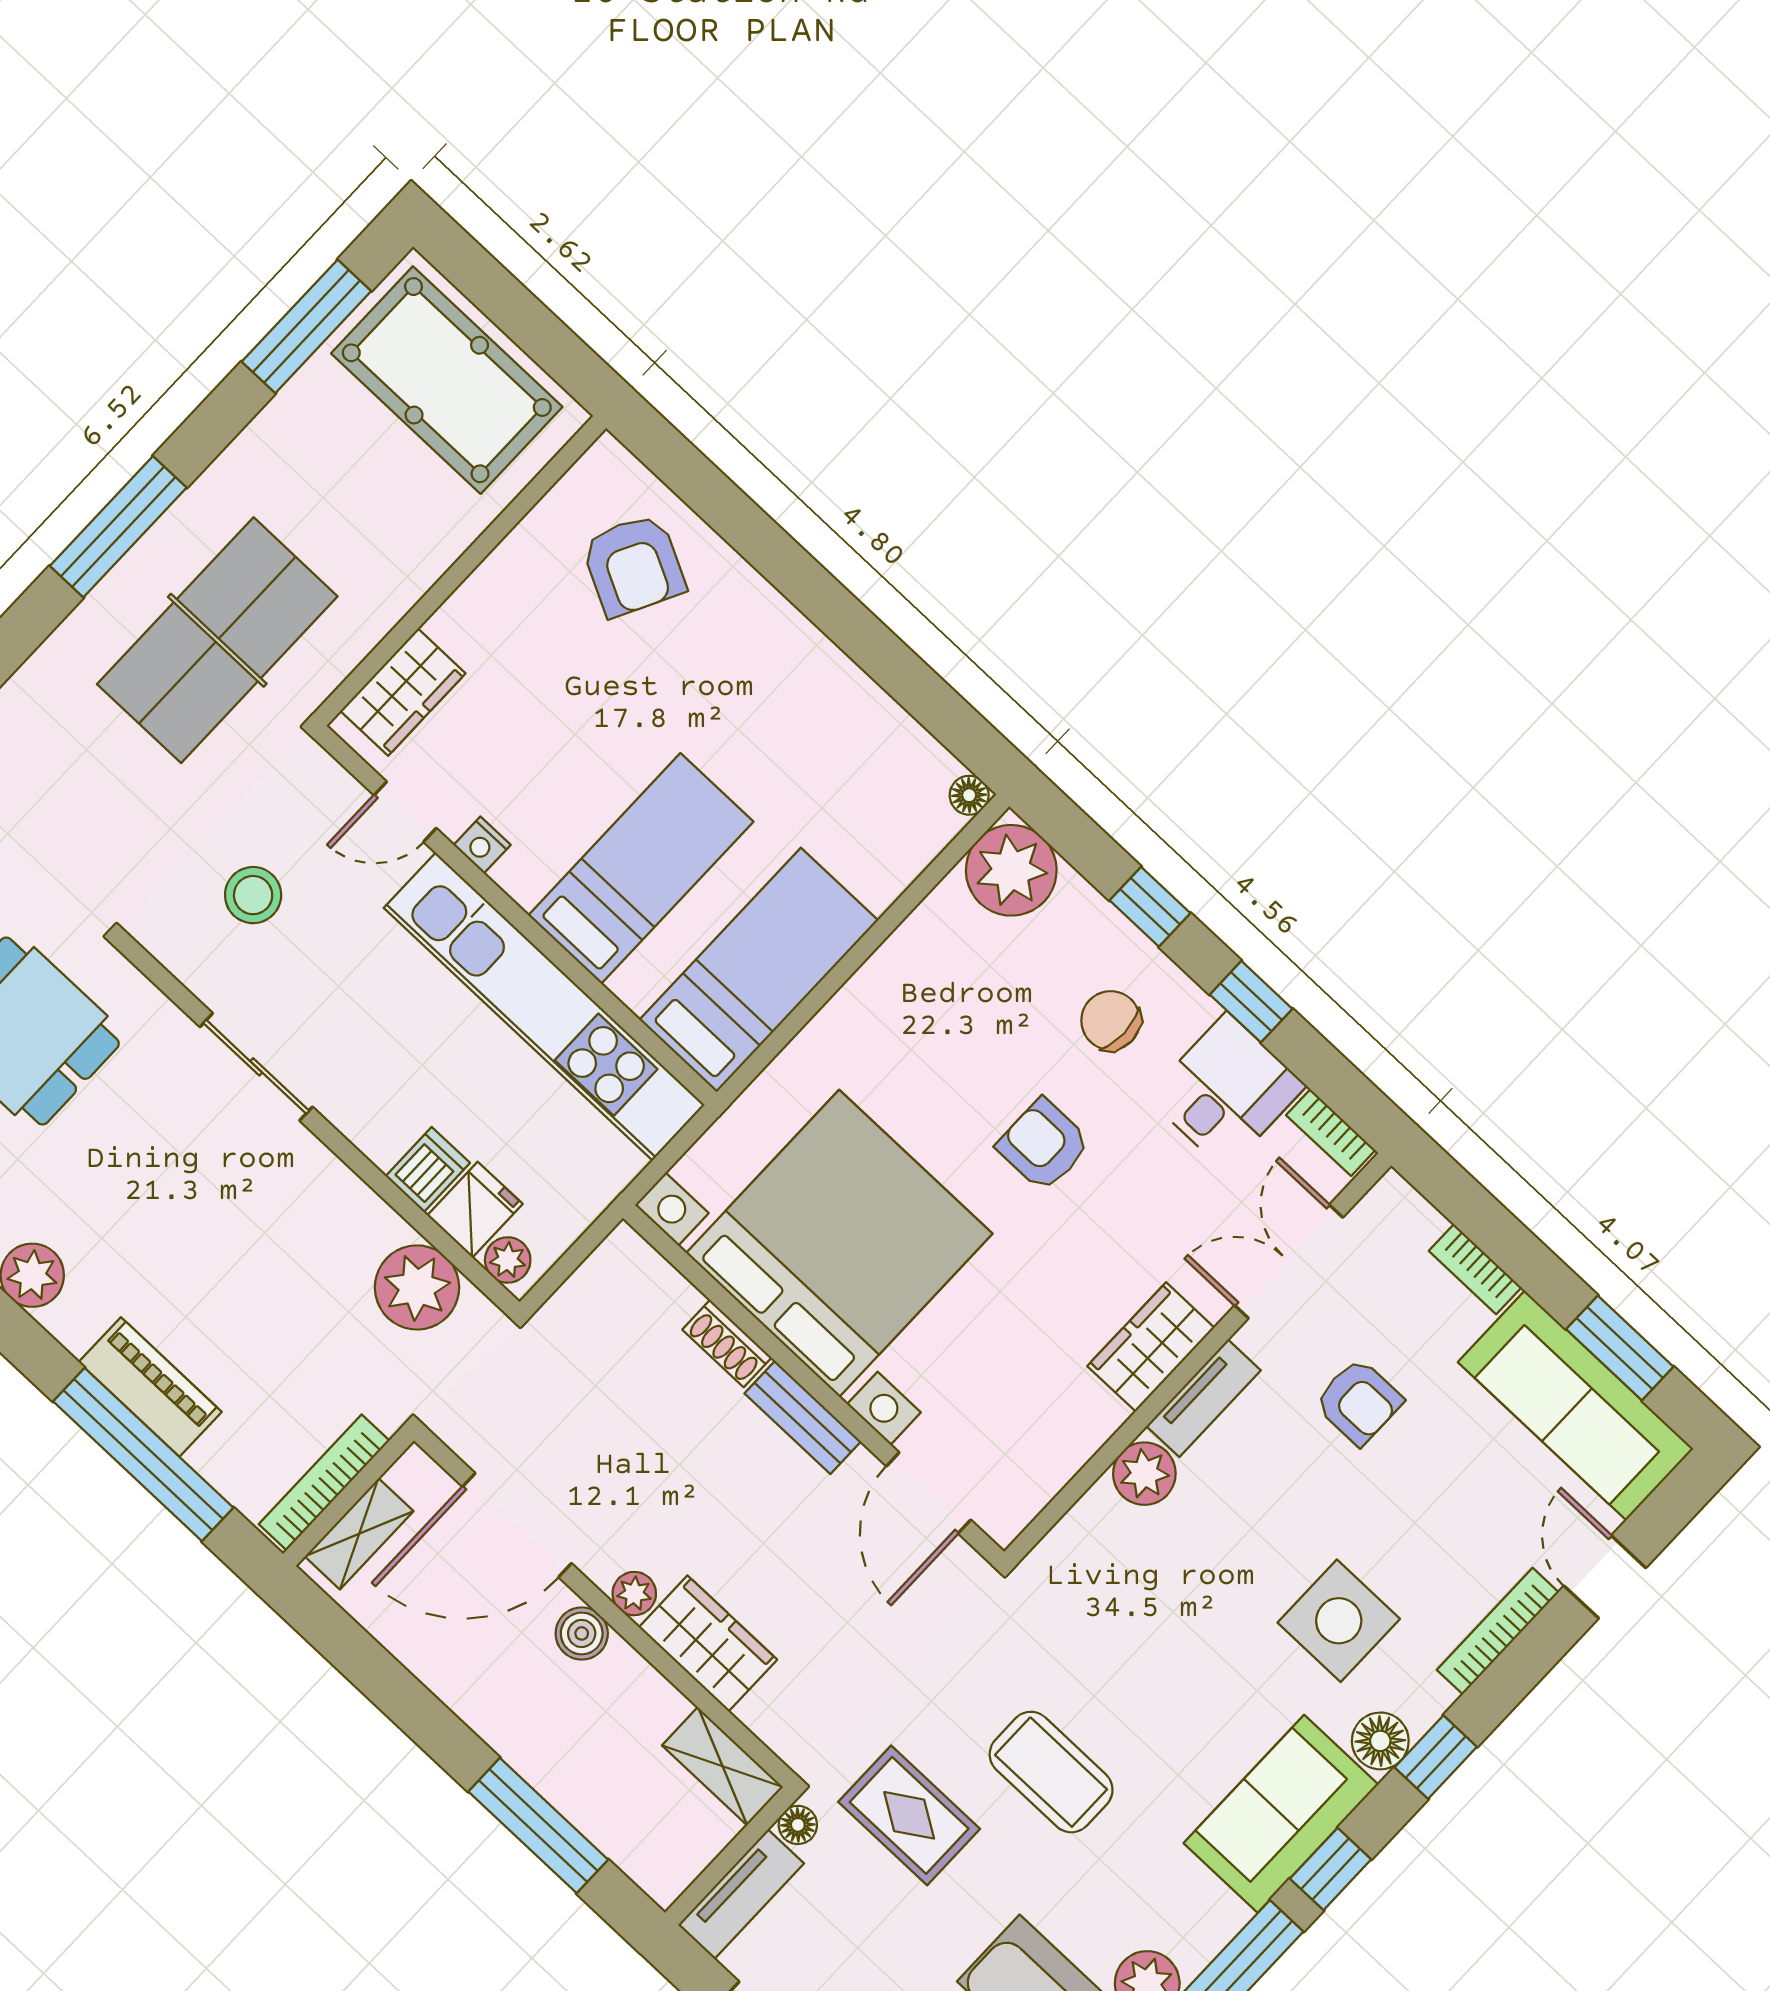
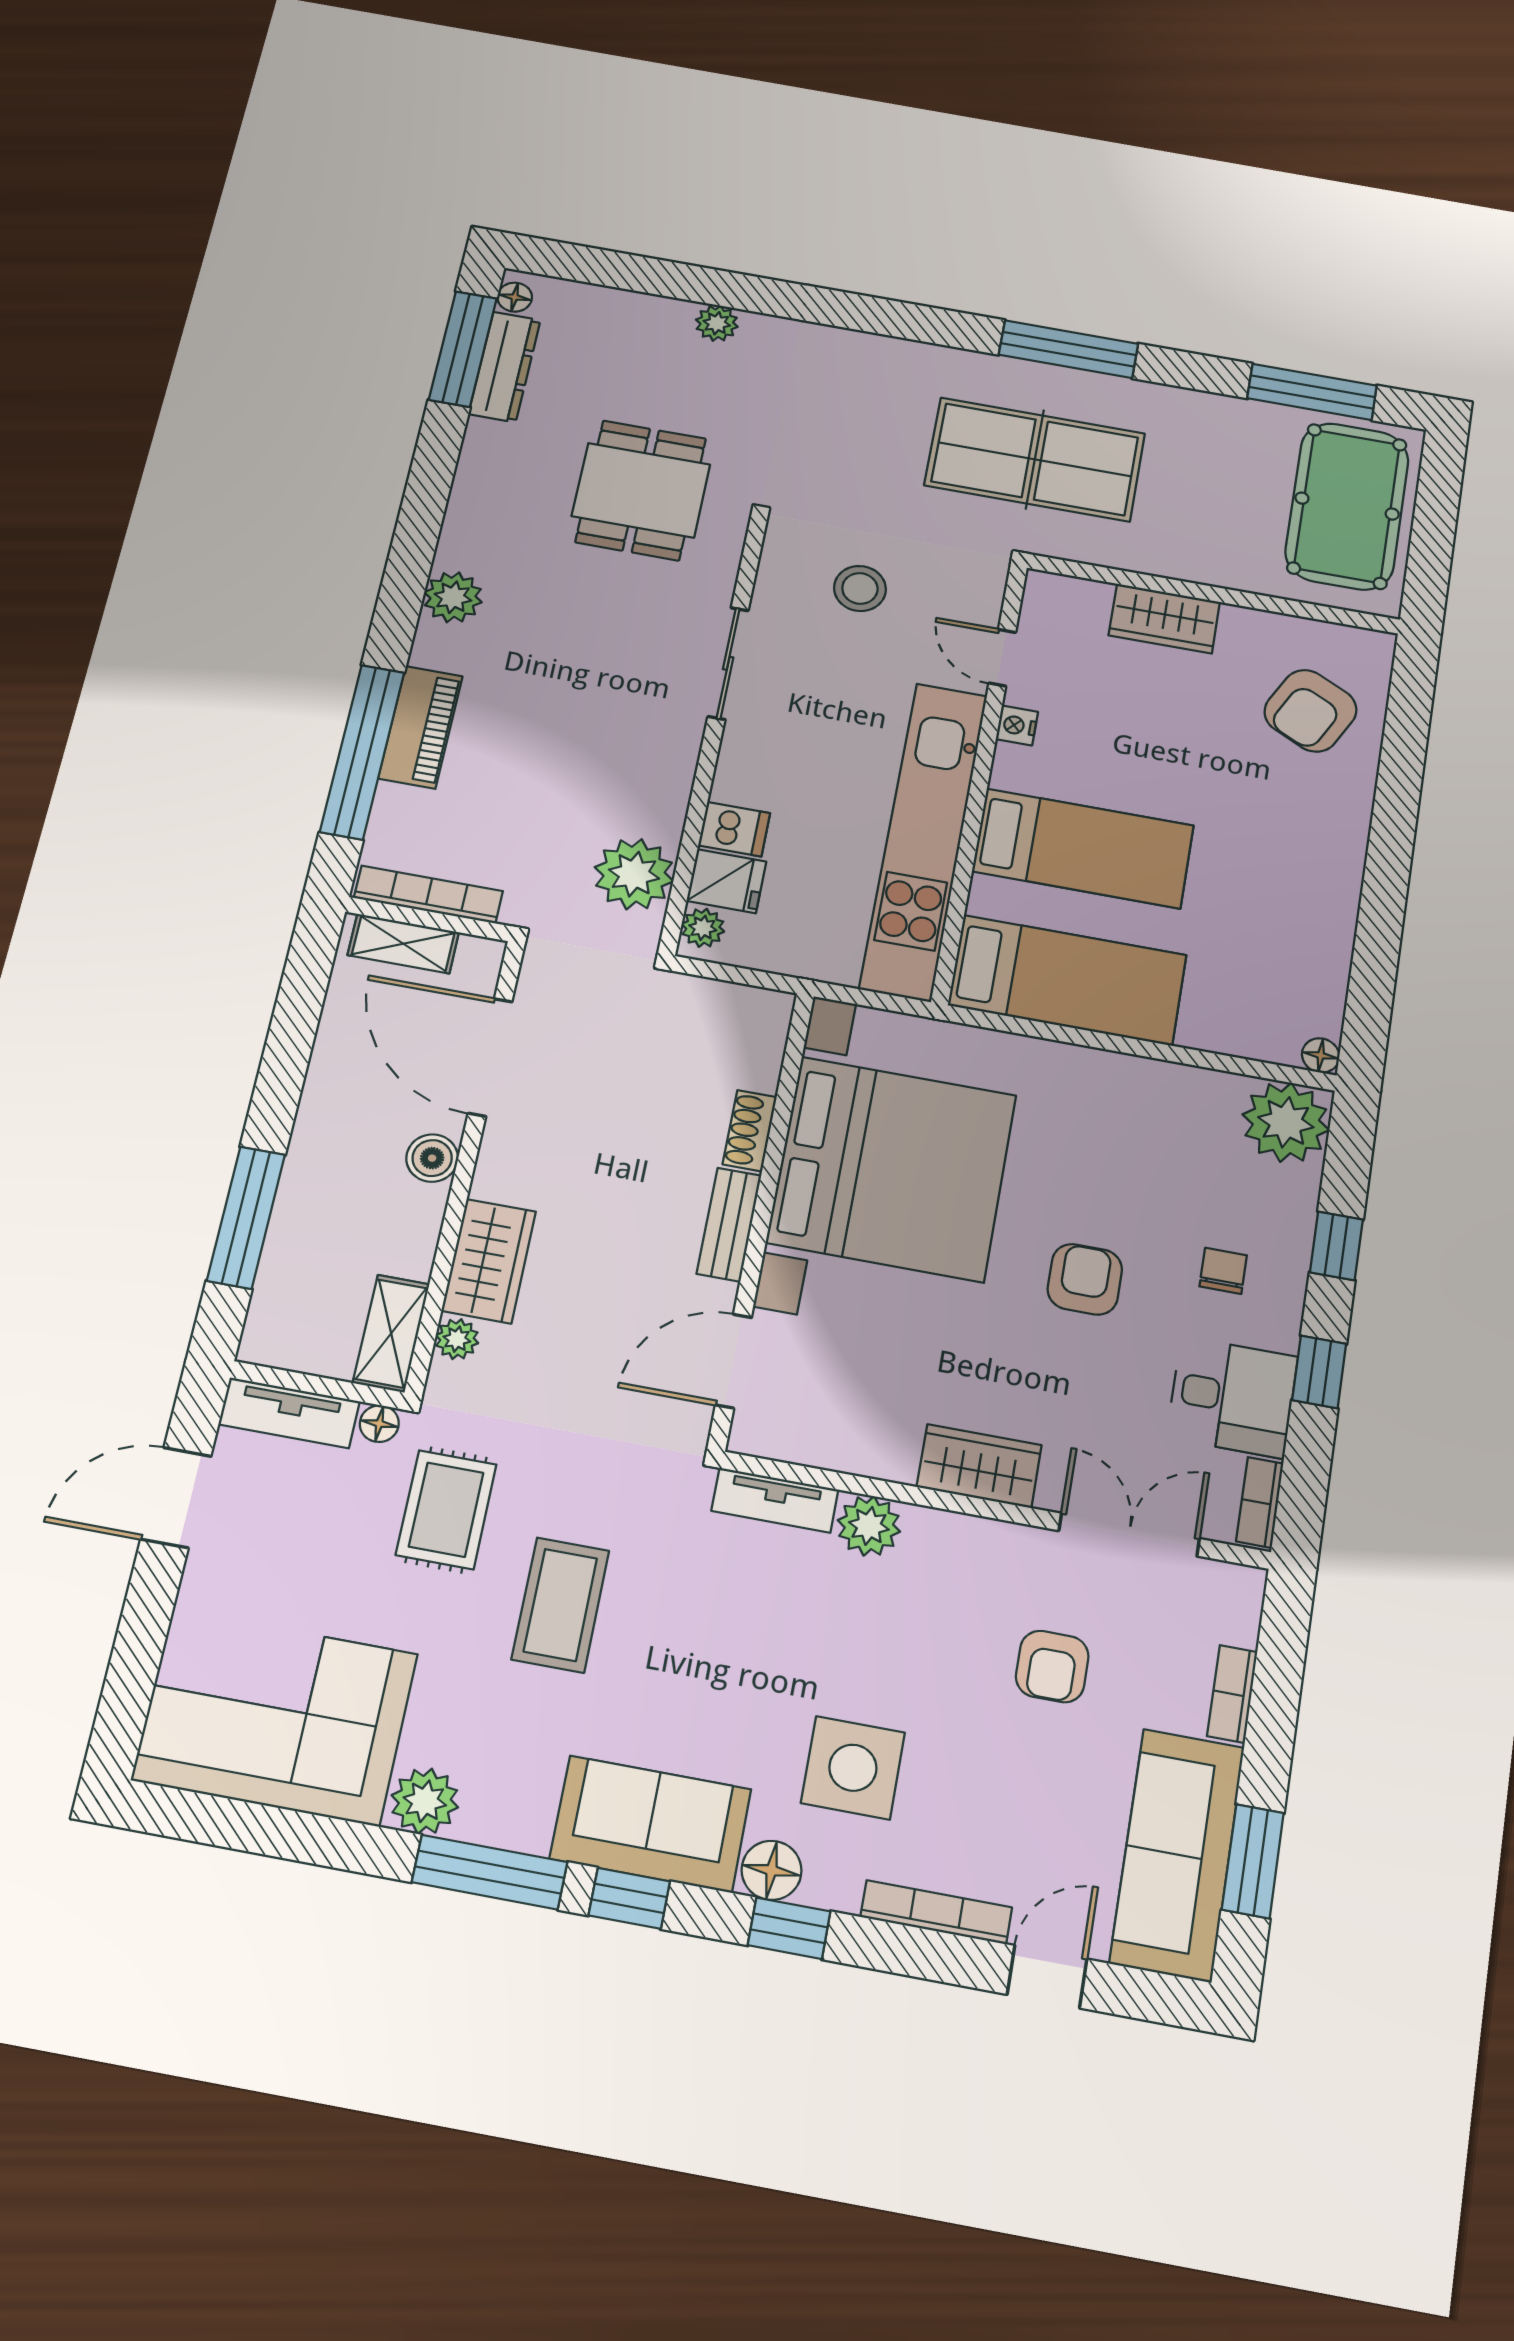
wardrobe: (403, 692) -> (1164, 619), moved
chair: (1111, 1021) -> (1223, 1271), width x0.73, depth x0.73
tv unit: (1204, 1398) -> (775, 1500), moved
plant: (634, 1594) -> (457, 1339), moved

